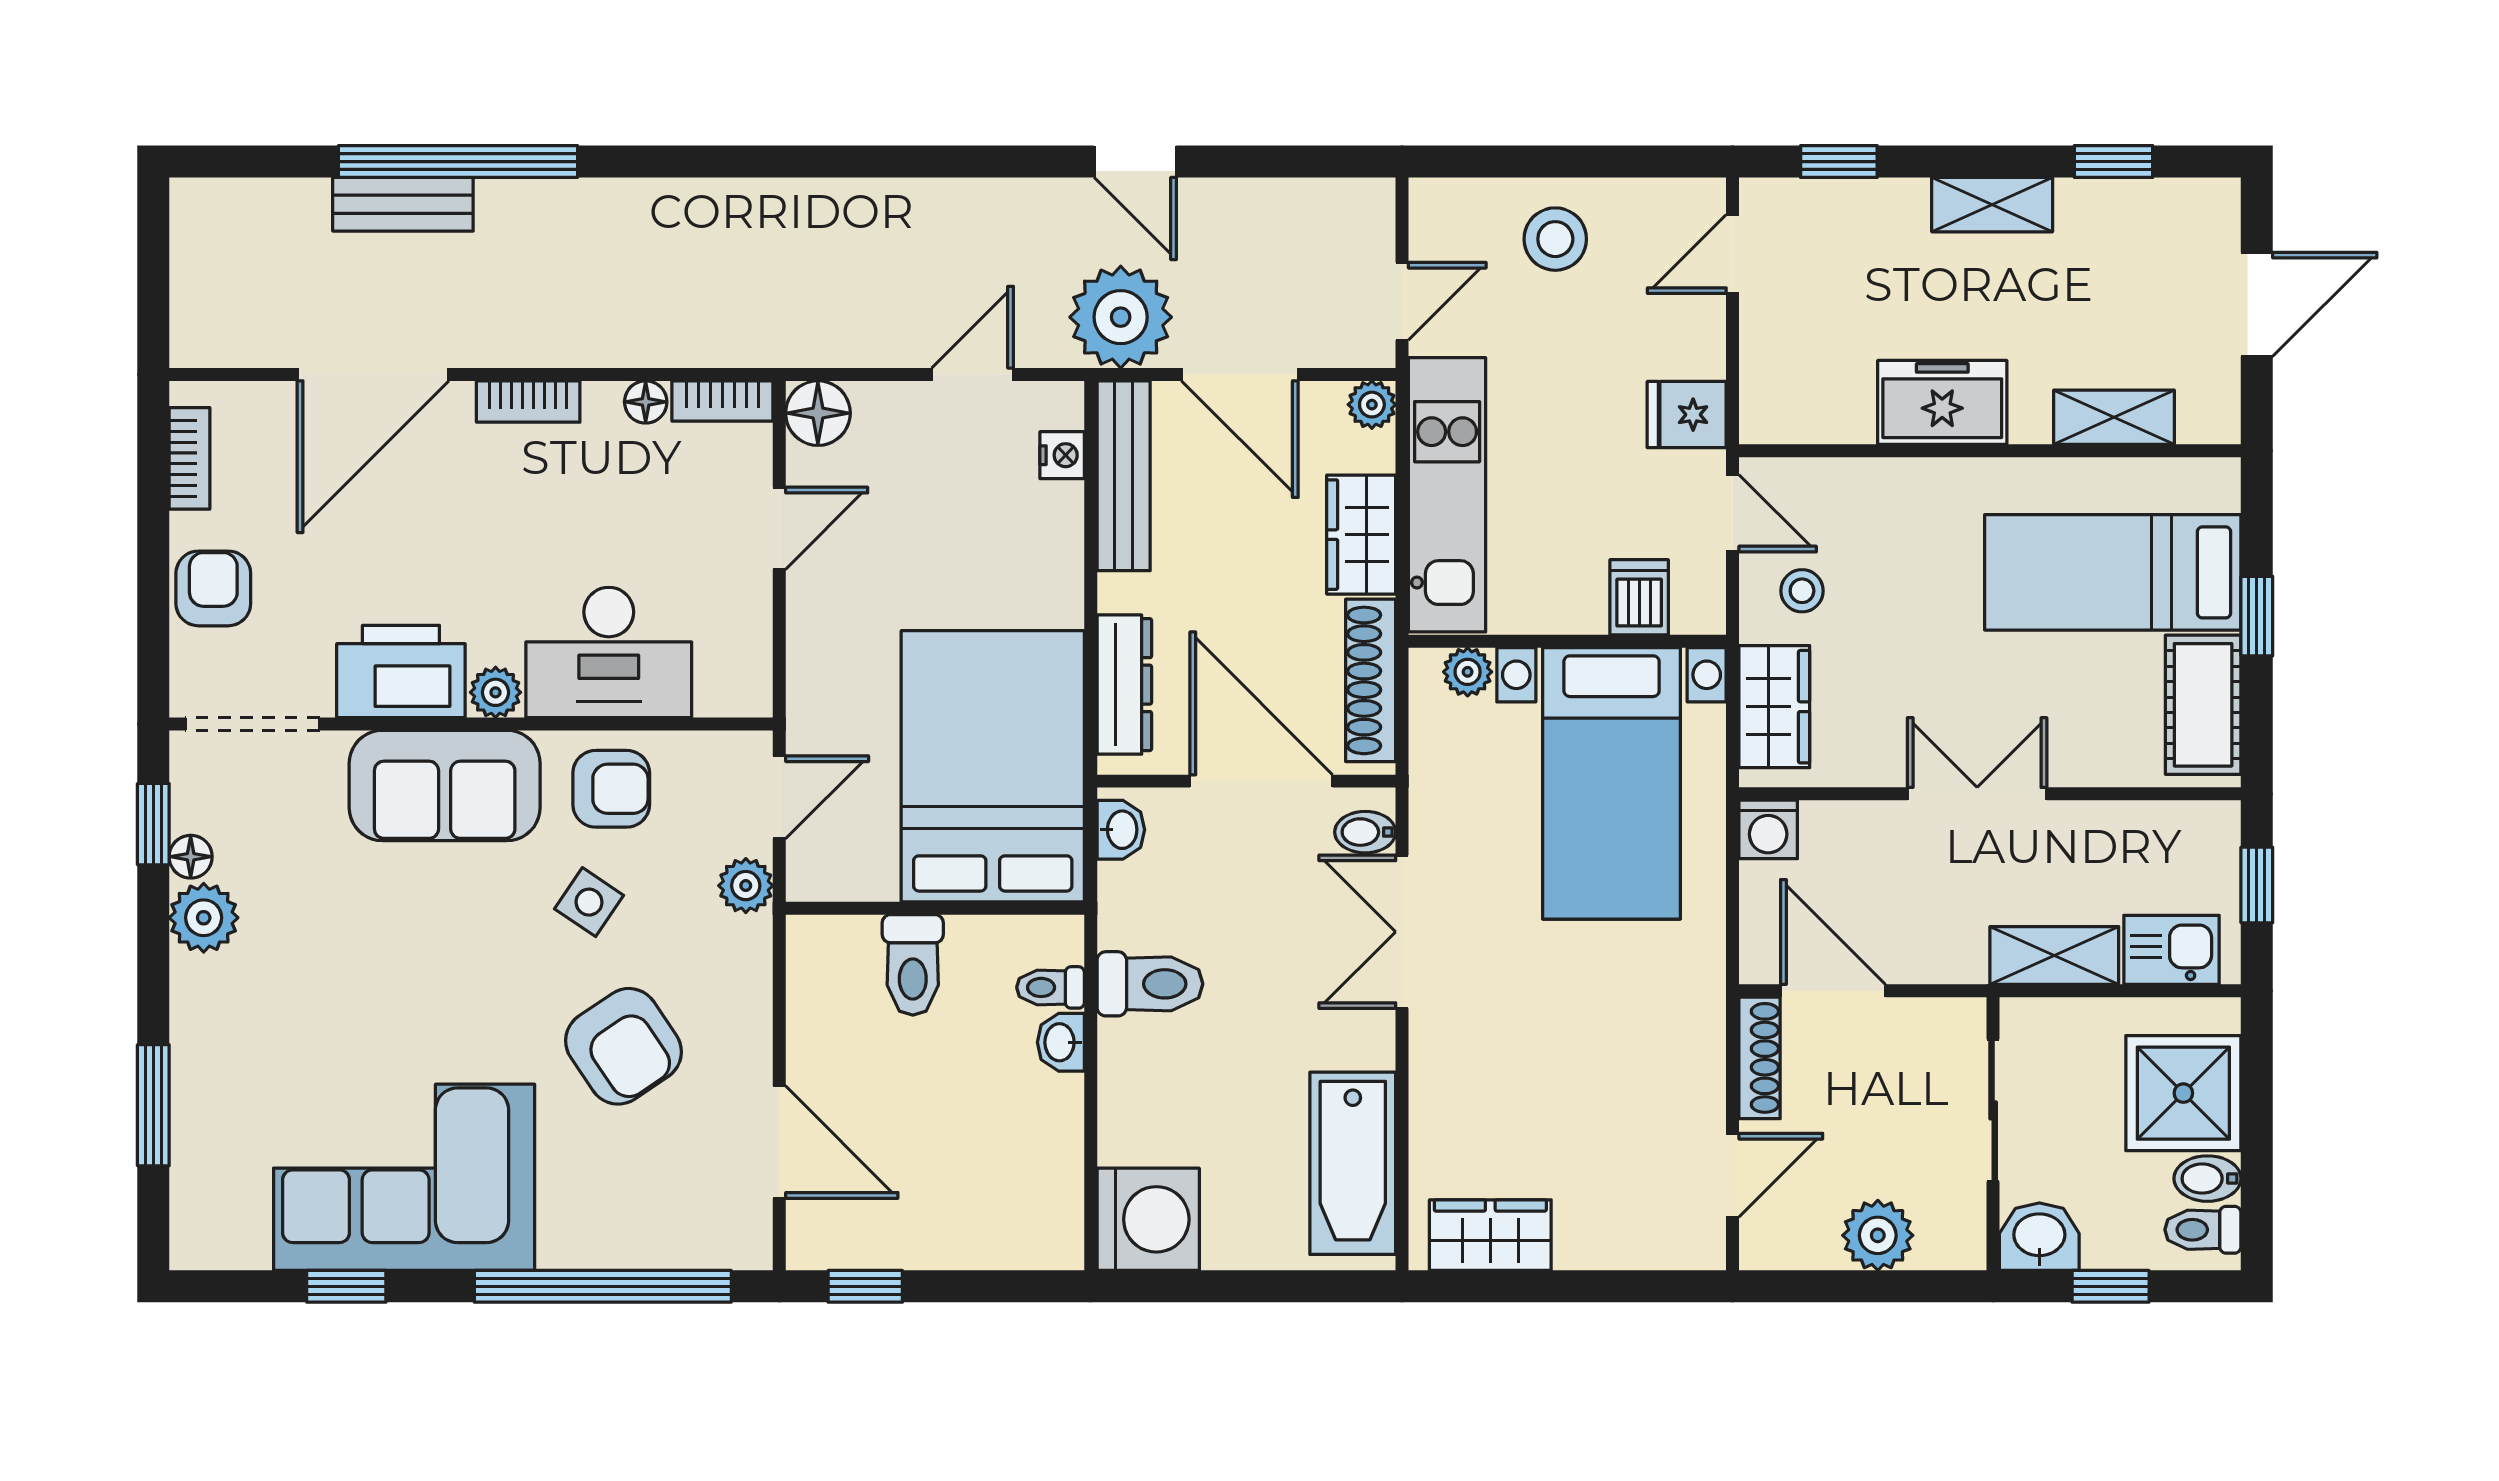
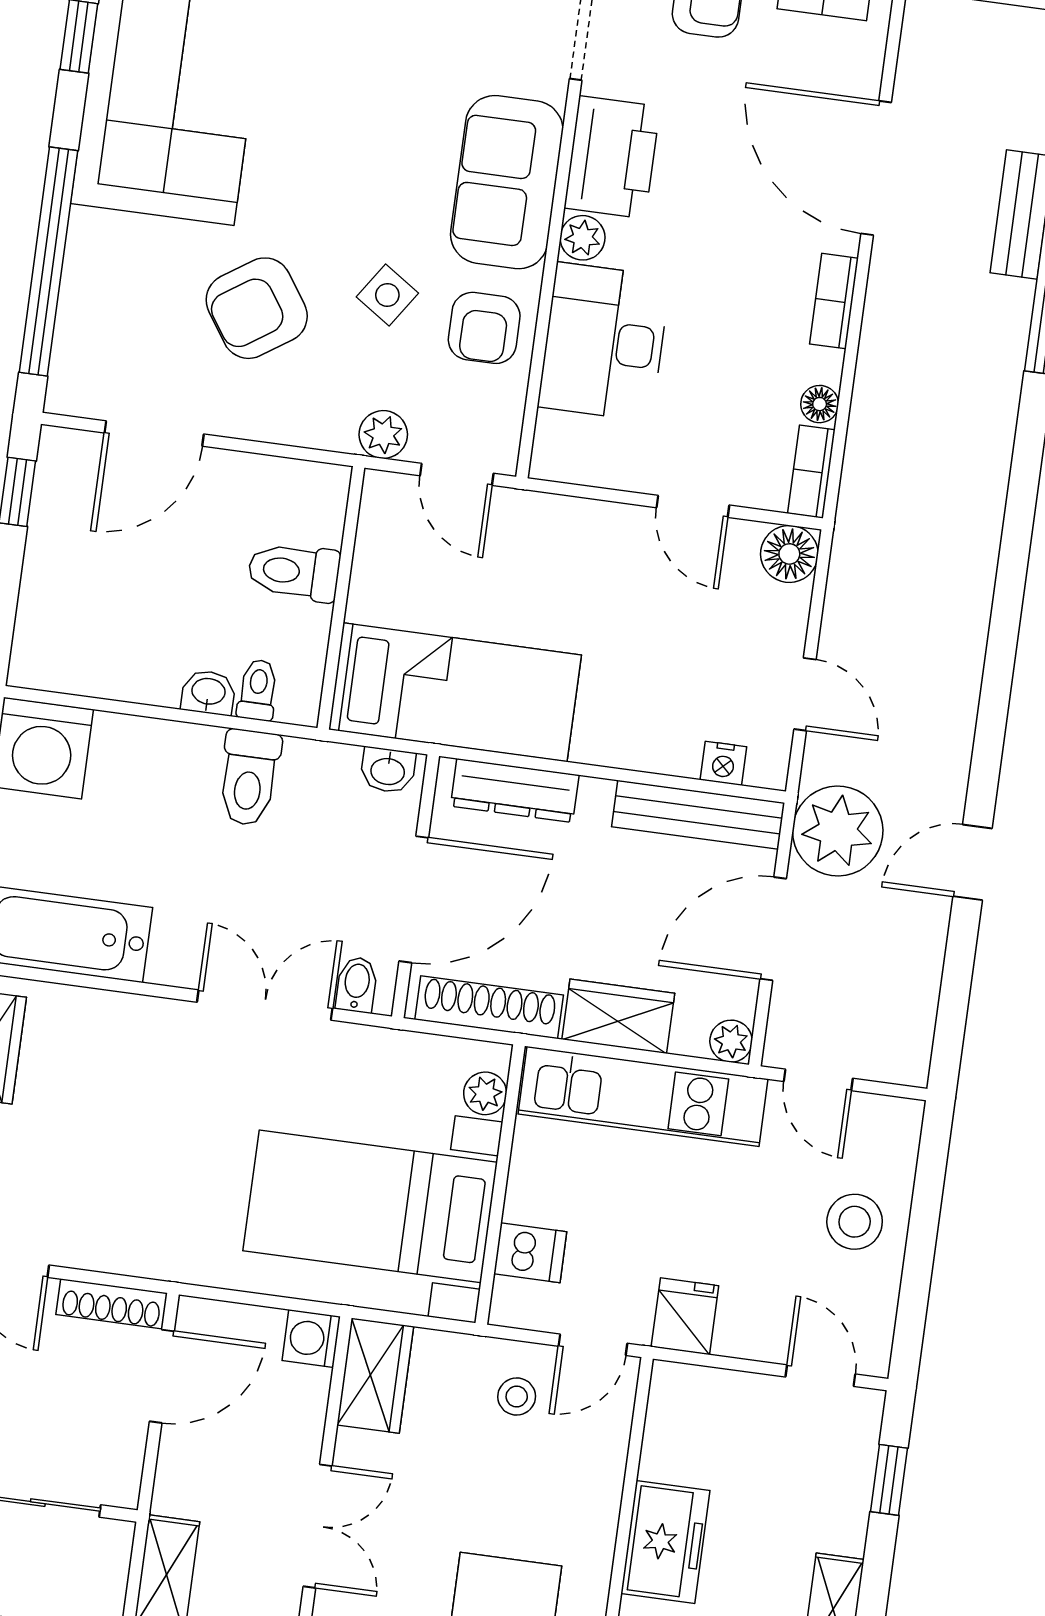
wardrobe: (1774, 707) -> (375, 1376), moved, turned -90
bed: (993, 766) -> (455, 692), width x0.67

